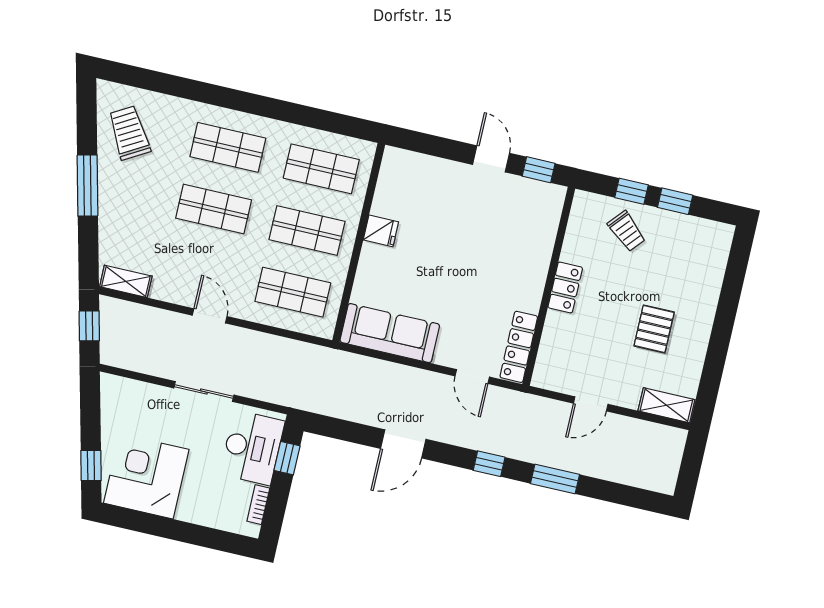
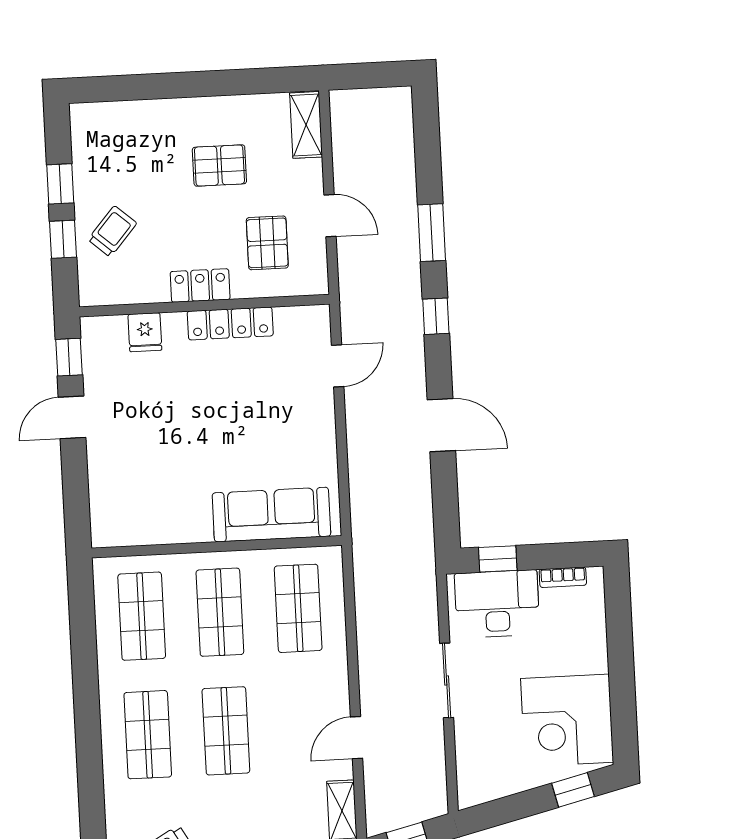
fridge: (381, 231) -> (145, 332), moved, turned 180
door: (210, 316) -> (356, 738), moved
sofa: (390, 333) -> (271, 515), moved, turned 90
locker: (519, 347) -> (230, 323), moved
pallet: (583, 349) -> (267, 243), added

